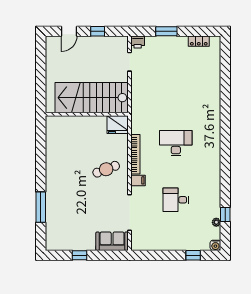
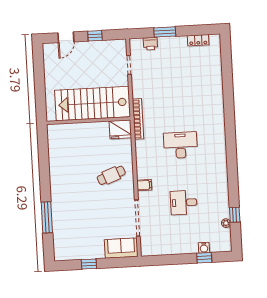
printer: (138, 42) -> (150, 44), moved
bookcase: (135, 154) -> (138, 119), moved
water cooler: (215, 245) -> (204, 248), moved

